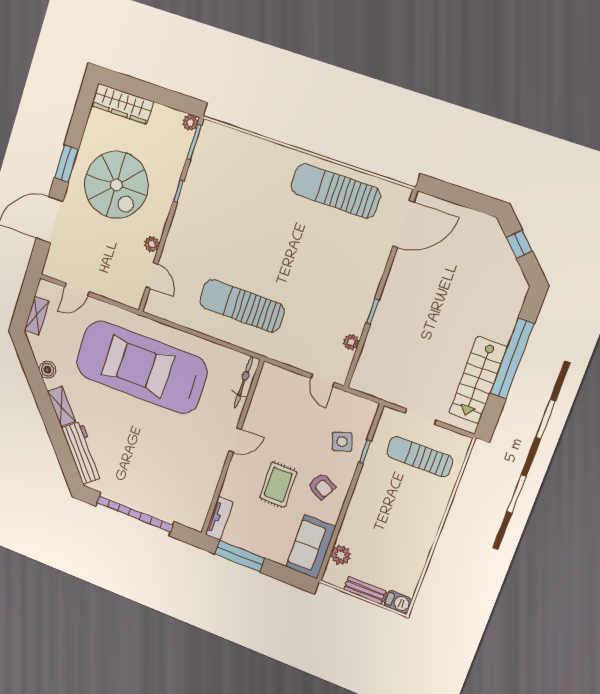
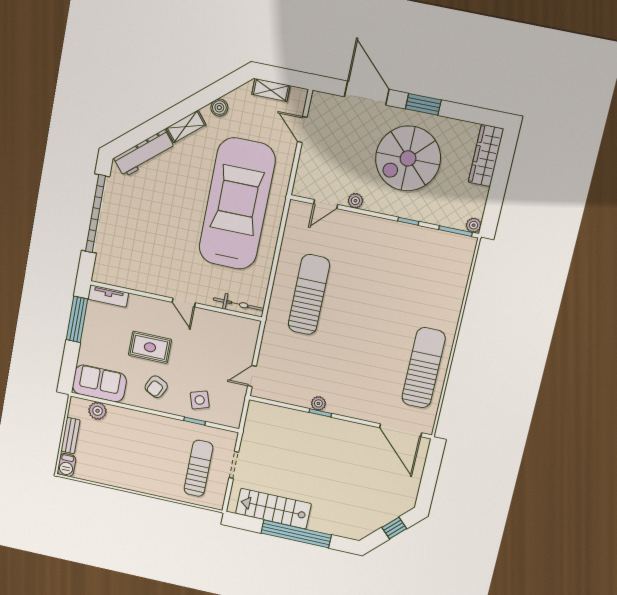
plant: (351, 342) -> (318, 403), moved

